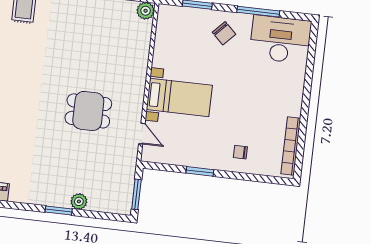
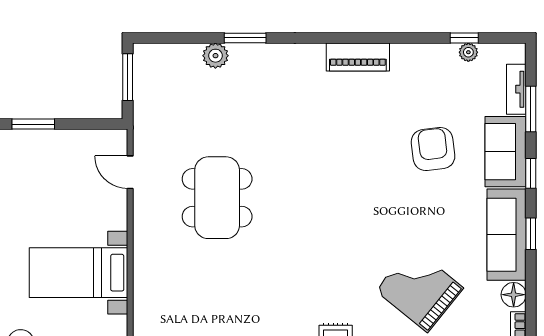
bed with nightstands: (179, 97) -> (78, 273), moved
dining table: (88, 111) -> (217, 198), width x1.38

